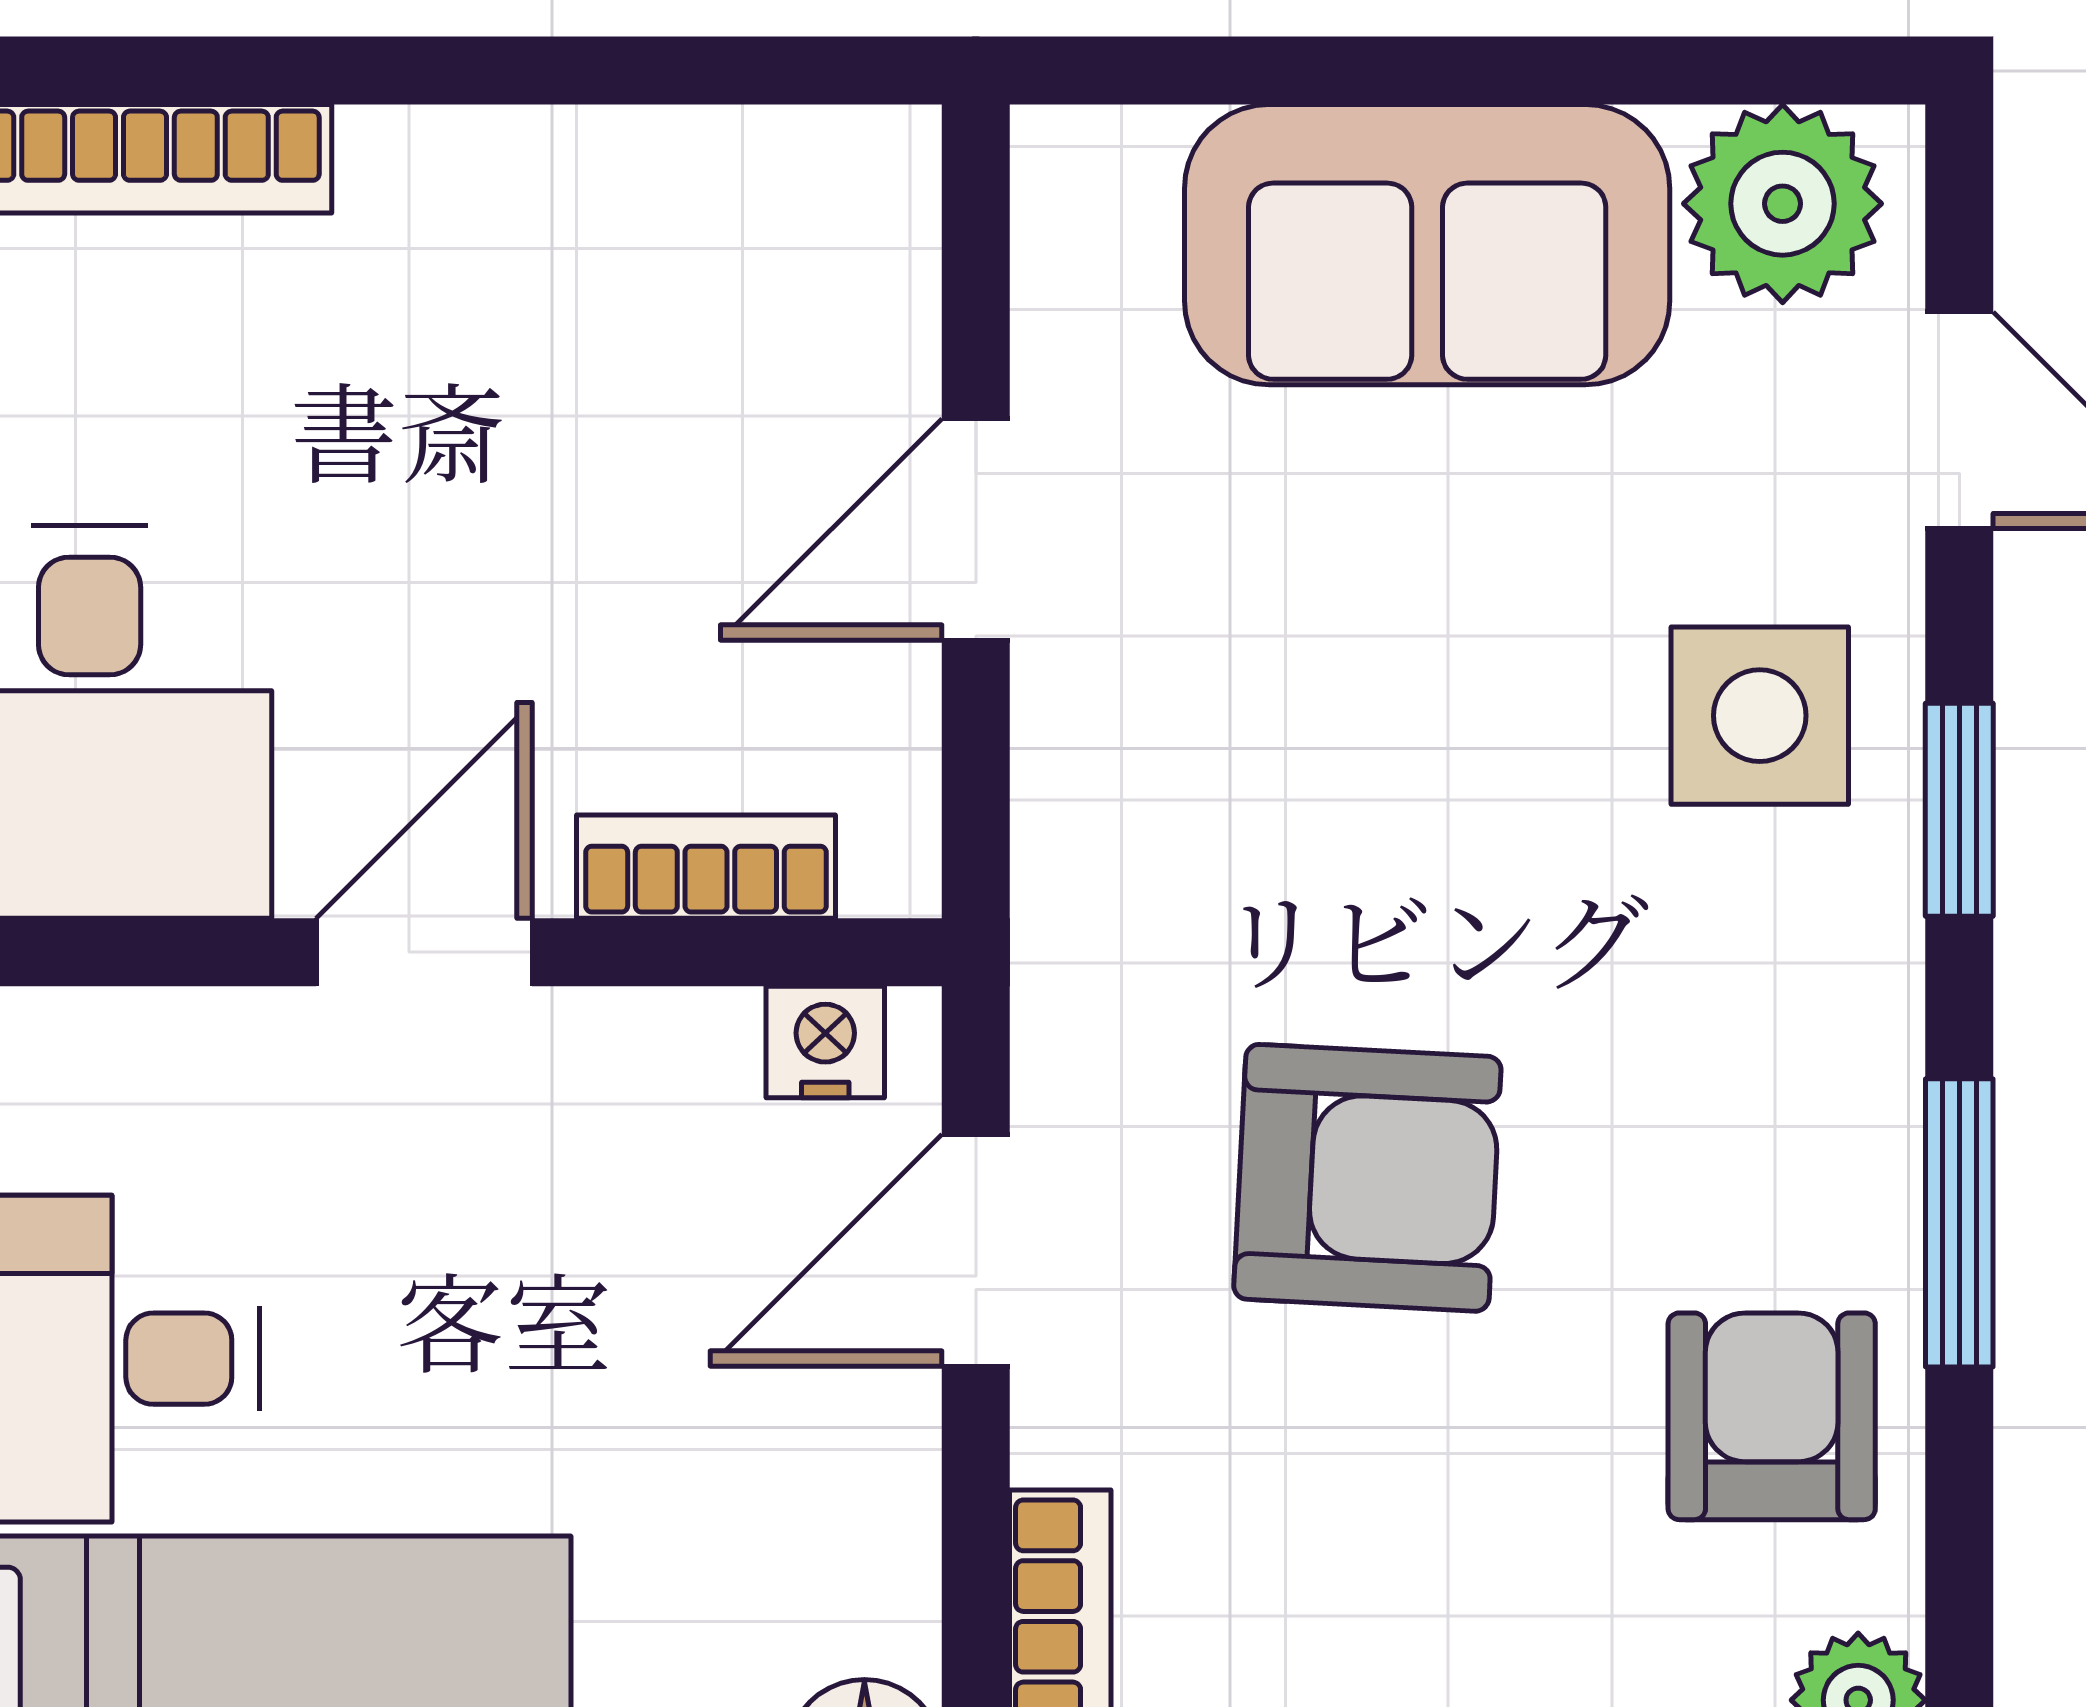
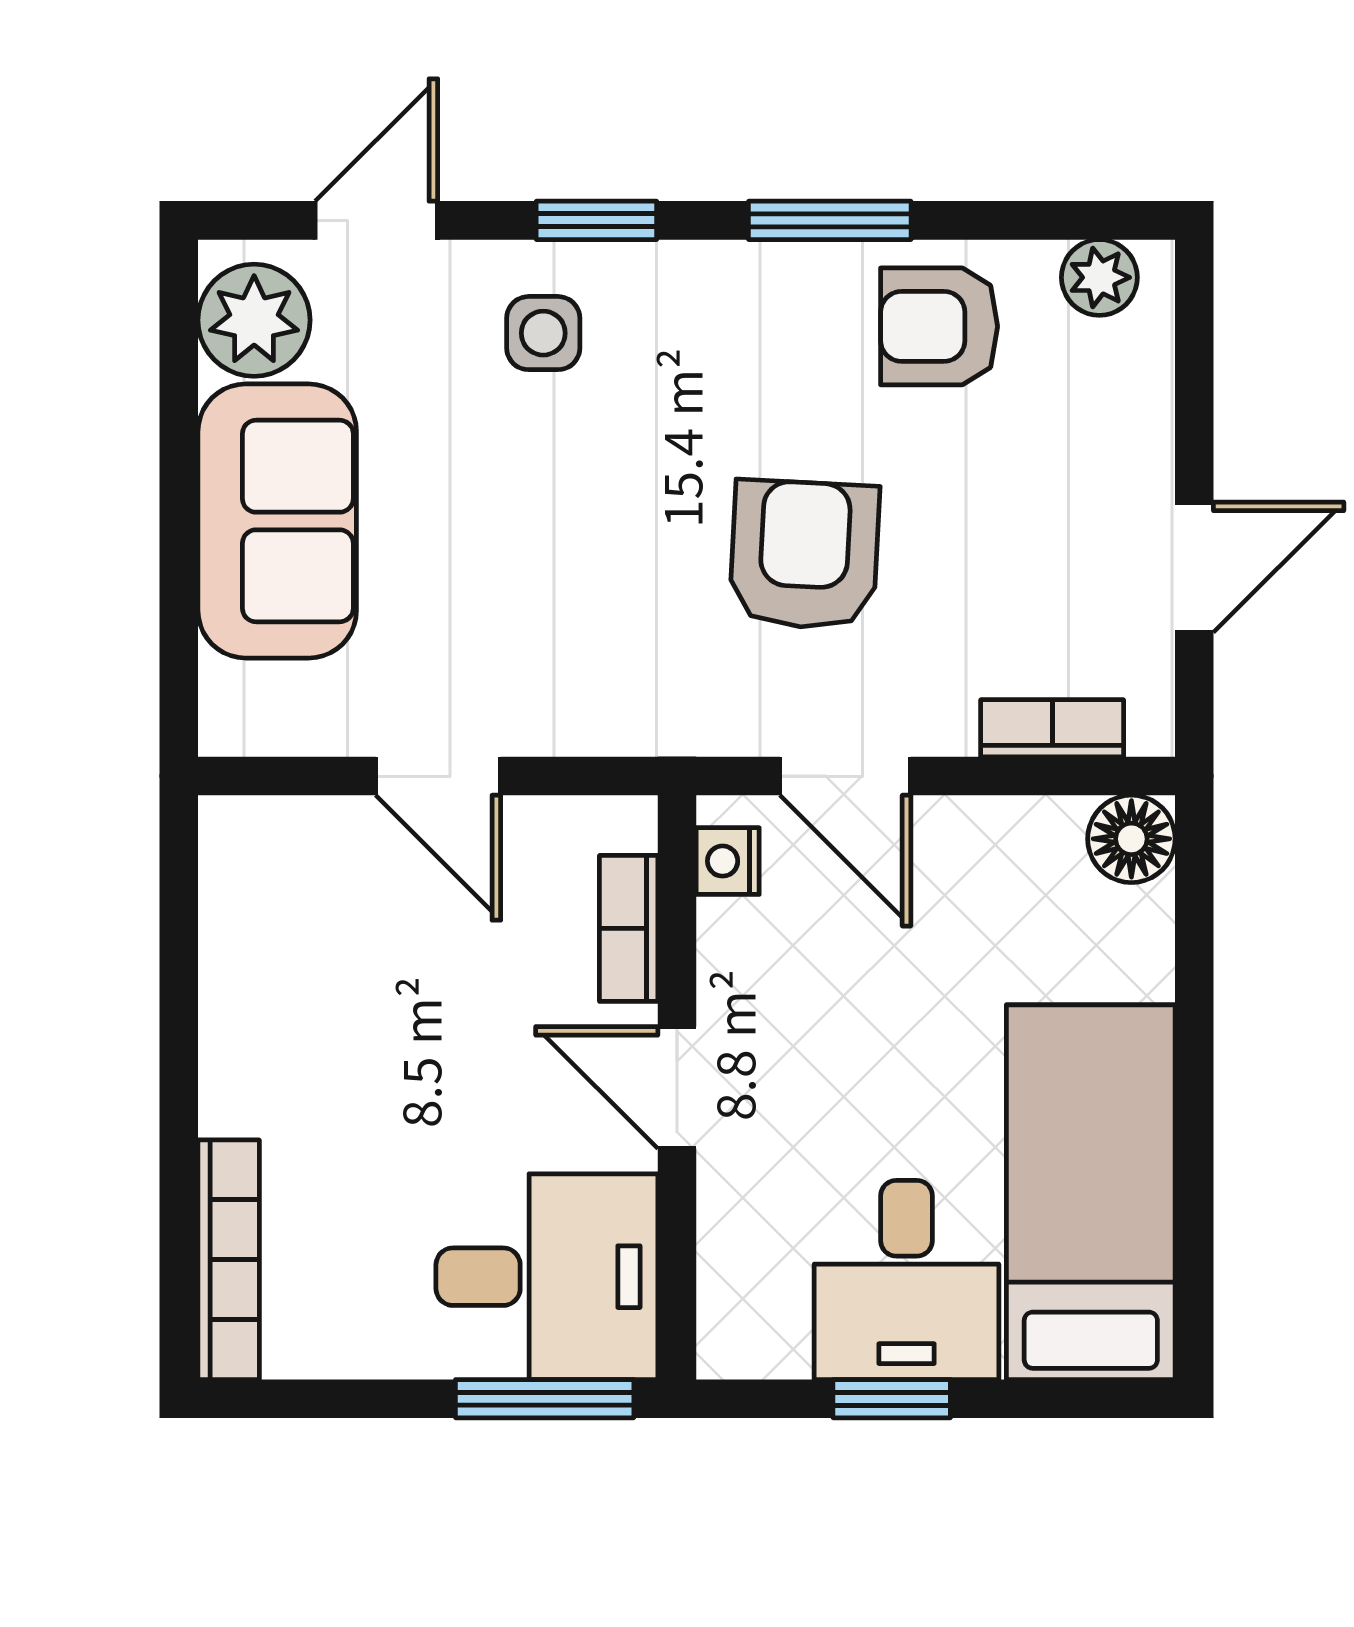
side table: (1760, 716) -> (543, 333), width x0.73, depth x0.73

